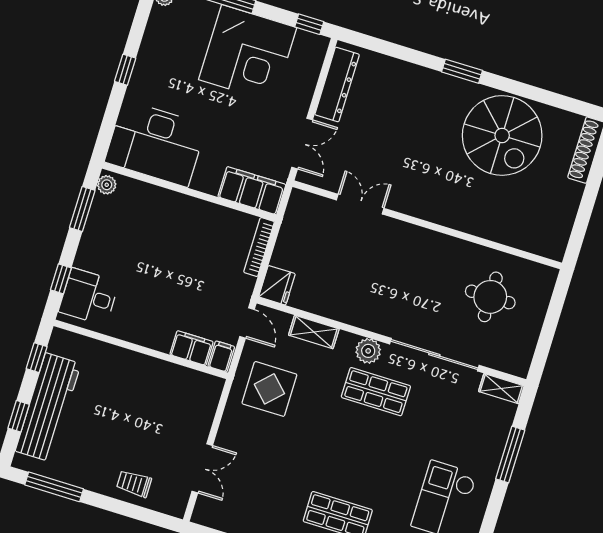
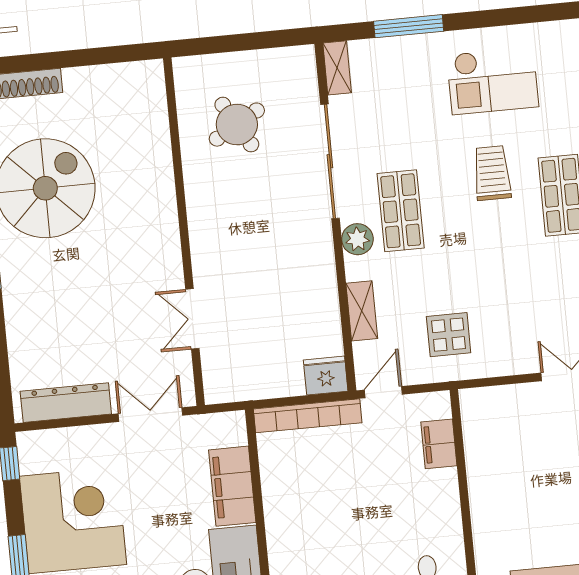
filing cabinet: (252, 191) -> (232, 486), moved
bookcase: (259, 247) -> (308, 416), width x1.48, depth x1.31
round table: (490, 297) -> (237, 125), turned -30
filing cabinet: (221, 356) -> (434, 406), removed
display table: (269, 389) -> (449, 335), width x0.73, depth x0.73
trolley: (376, 471) -> (492, 173), added

